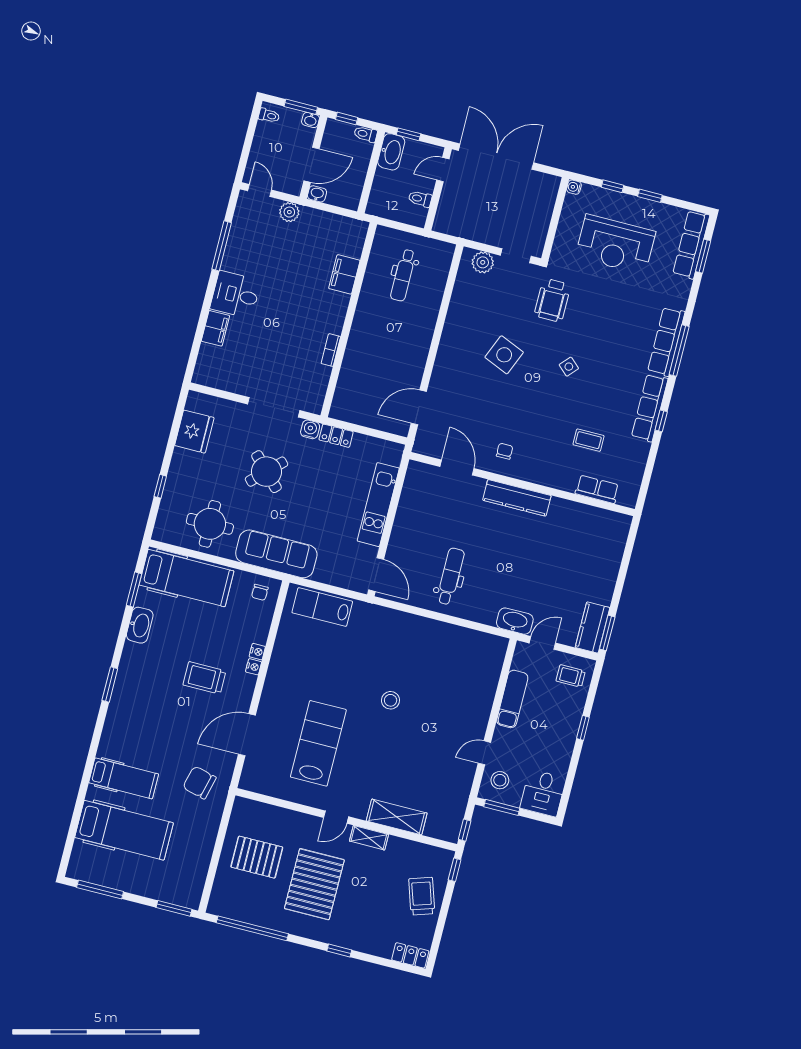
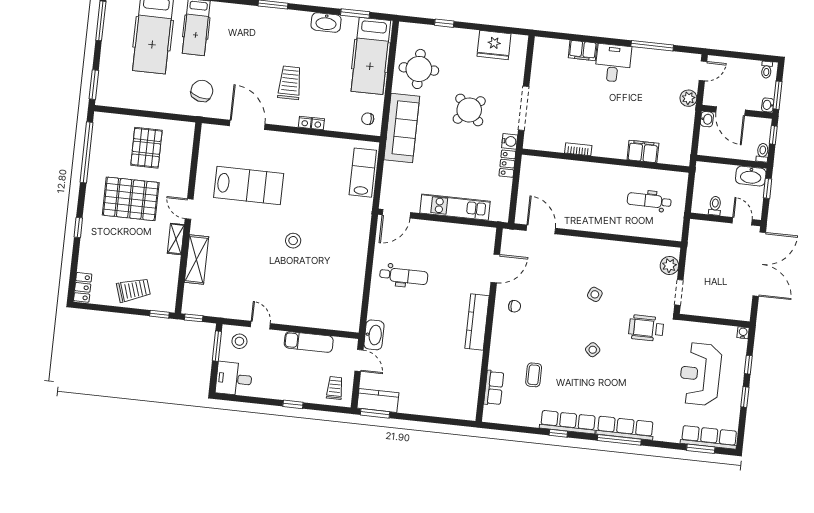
side table: (504, 355) -> (595, 294), width x0.54, depth x0.54

